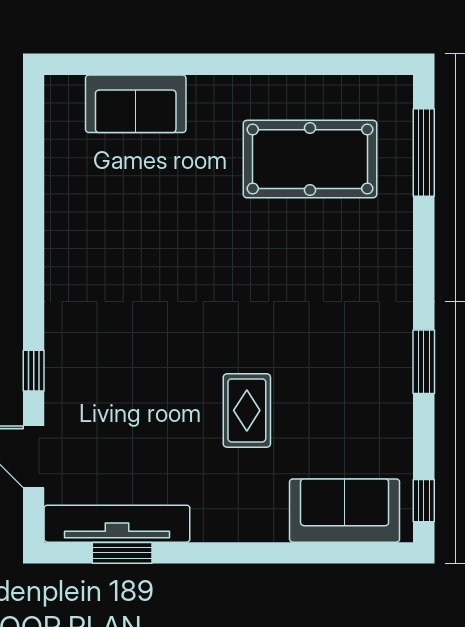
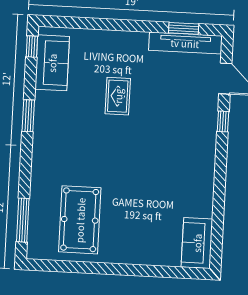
sofa: (136, 104) -> (197, 243), moved, turned -90
pool table: (310, 159) -> (80, 220), turned 90
sofa: (345, 511) -> (52, 63), moved, turned -90

